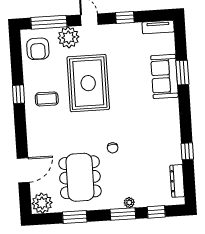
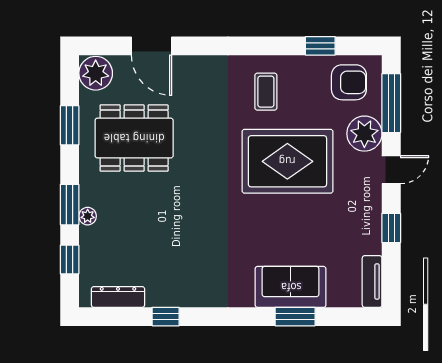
armchair: (38, 49) -> (349, 82), turned 180
window: (18, 94) -> (320, 46), moved
chair: (113, 148) -> (179, 194), removed

